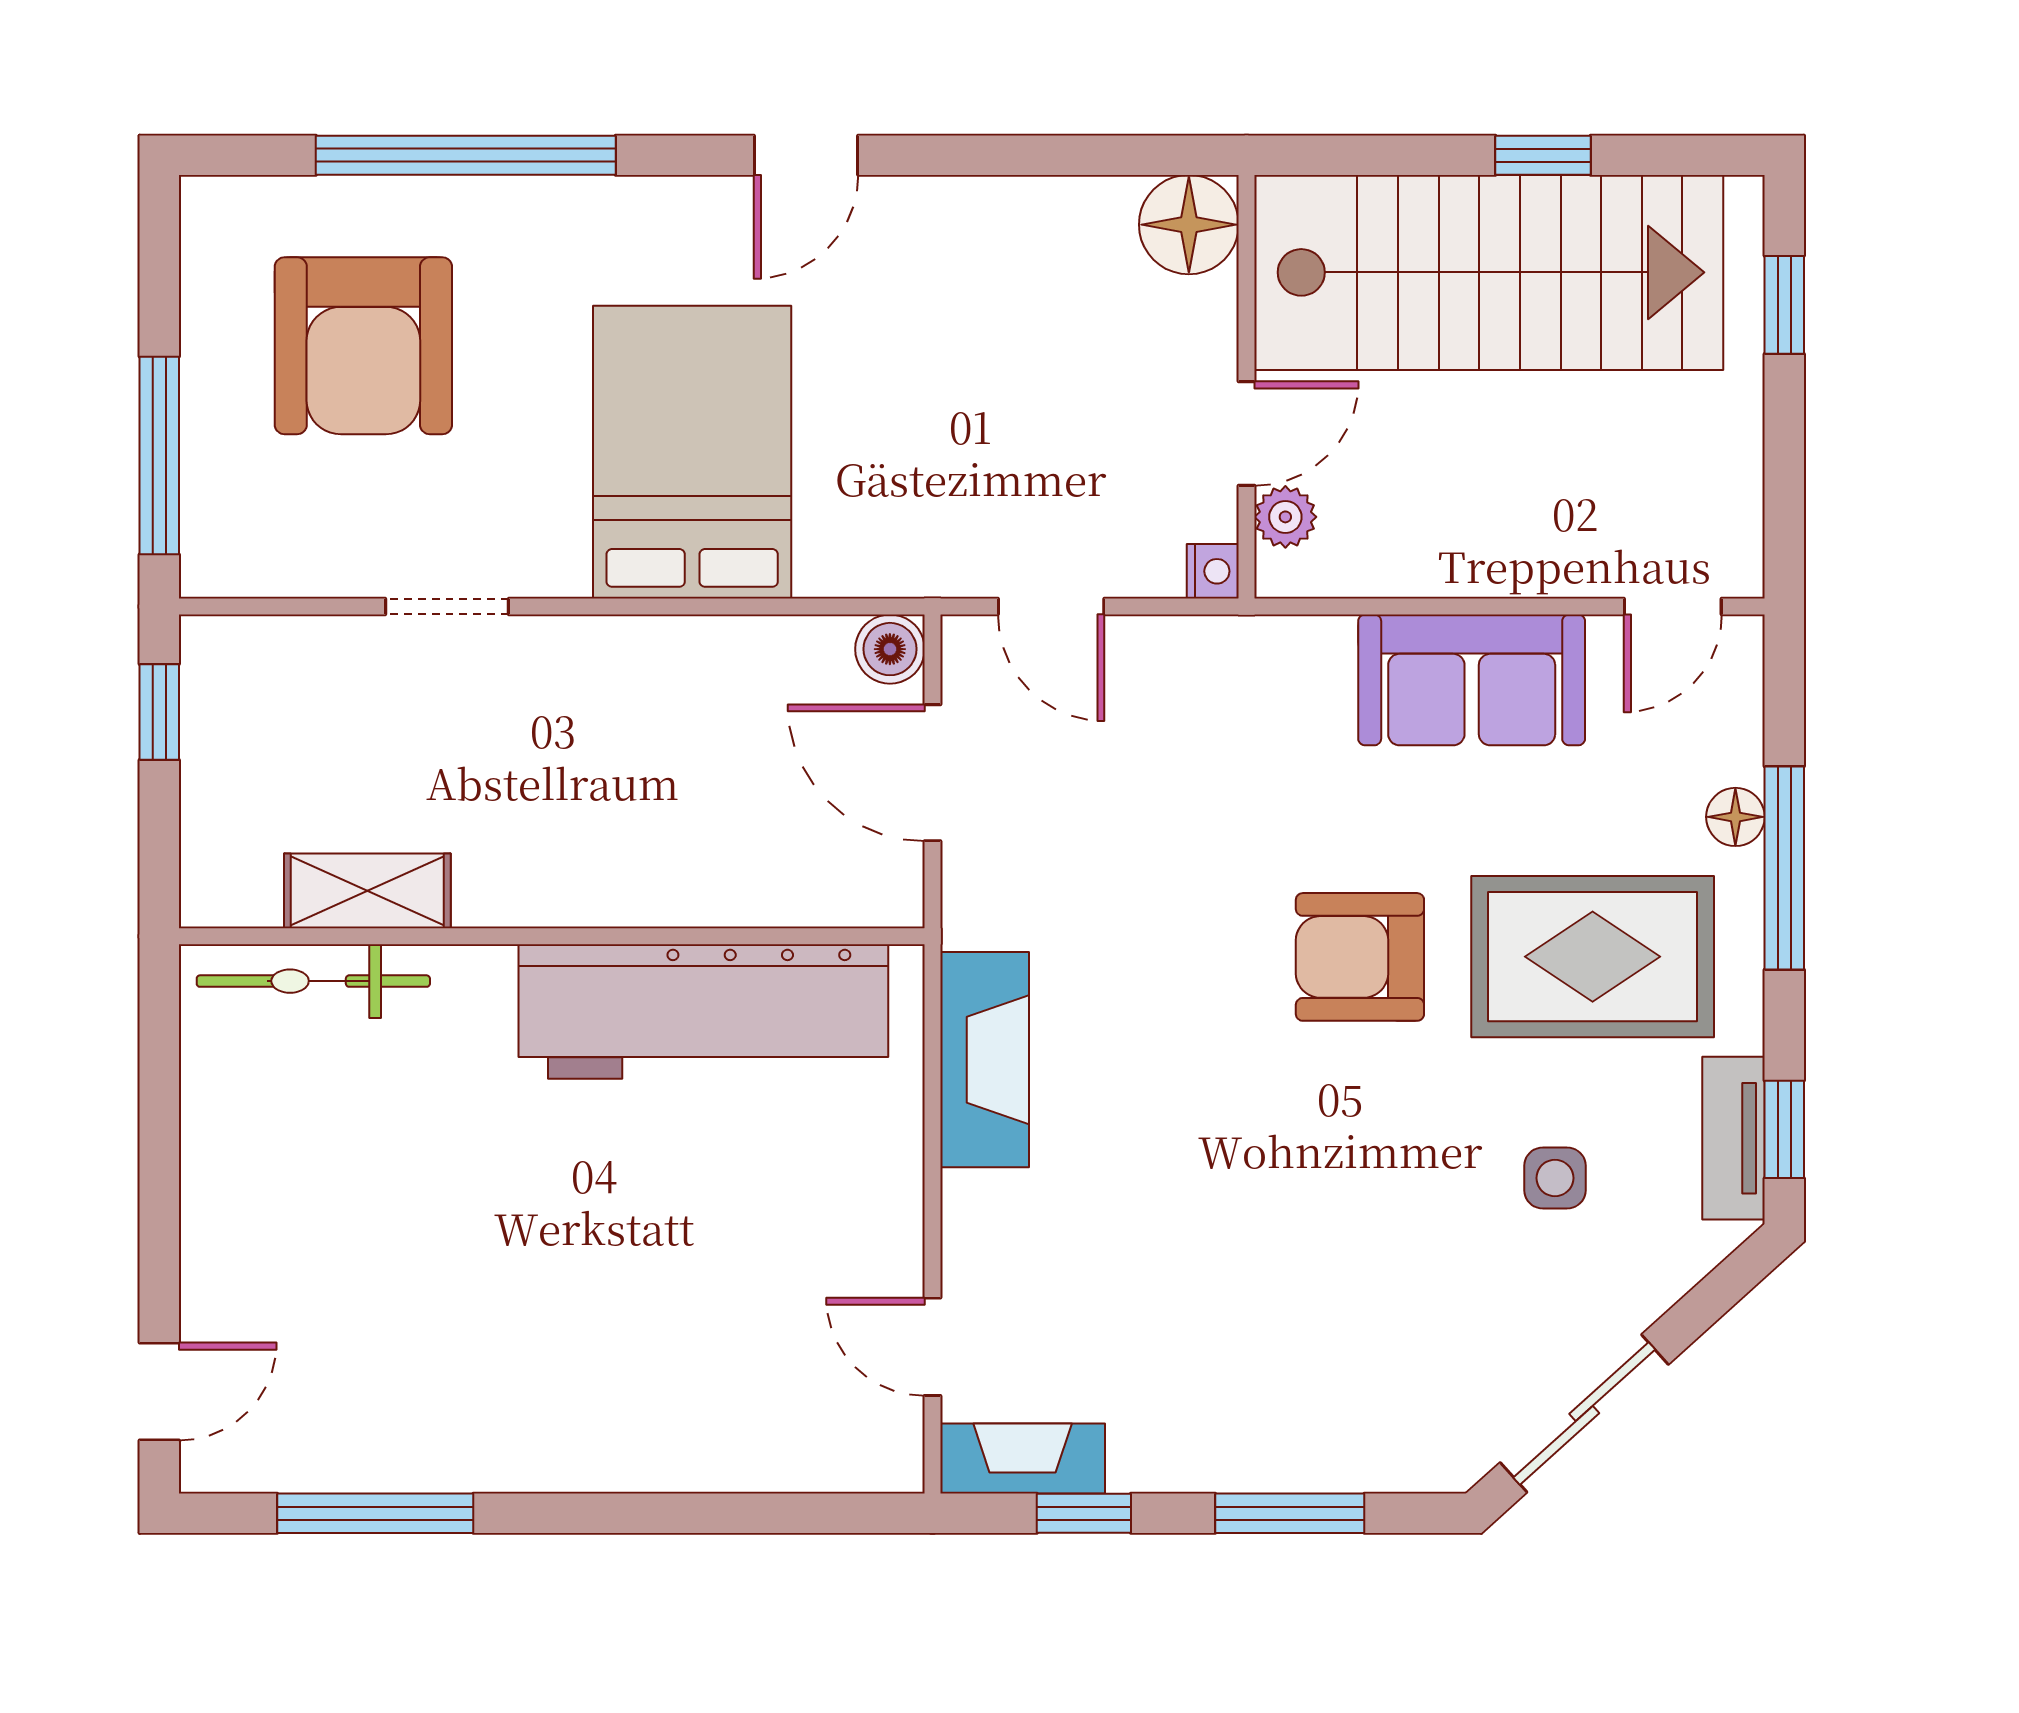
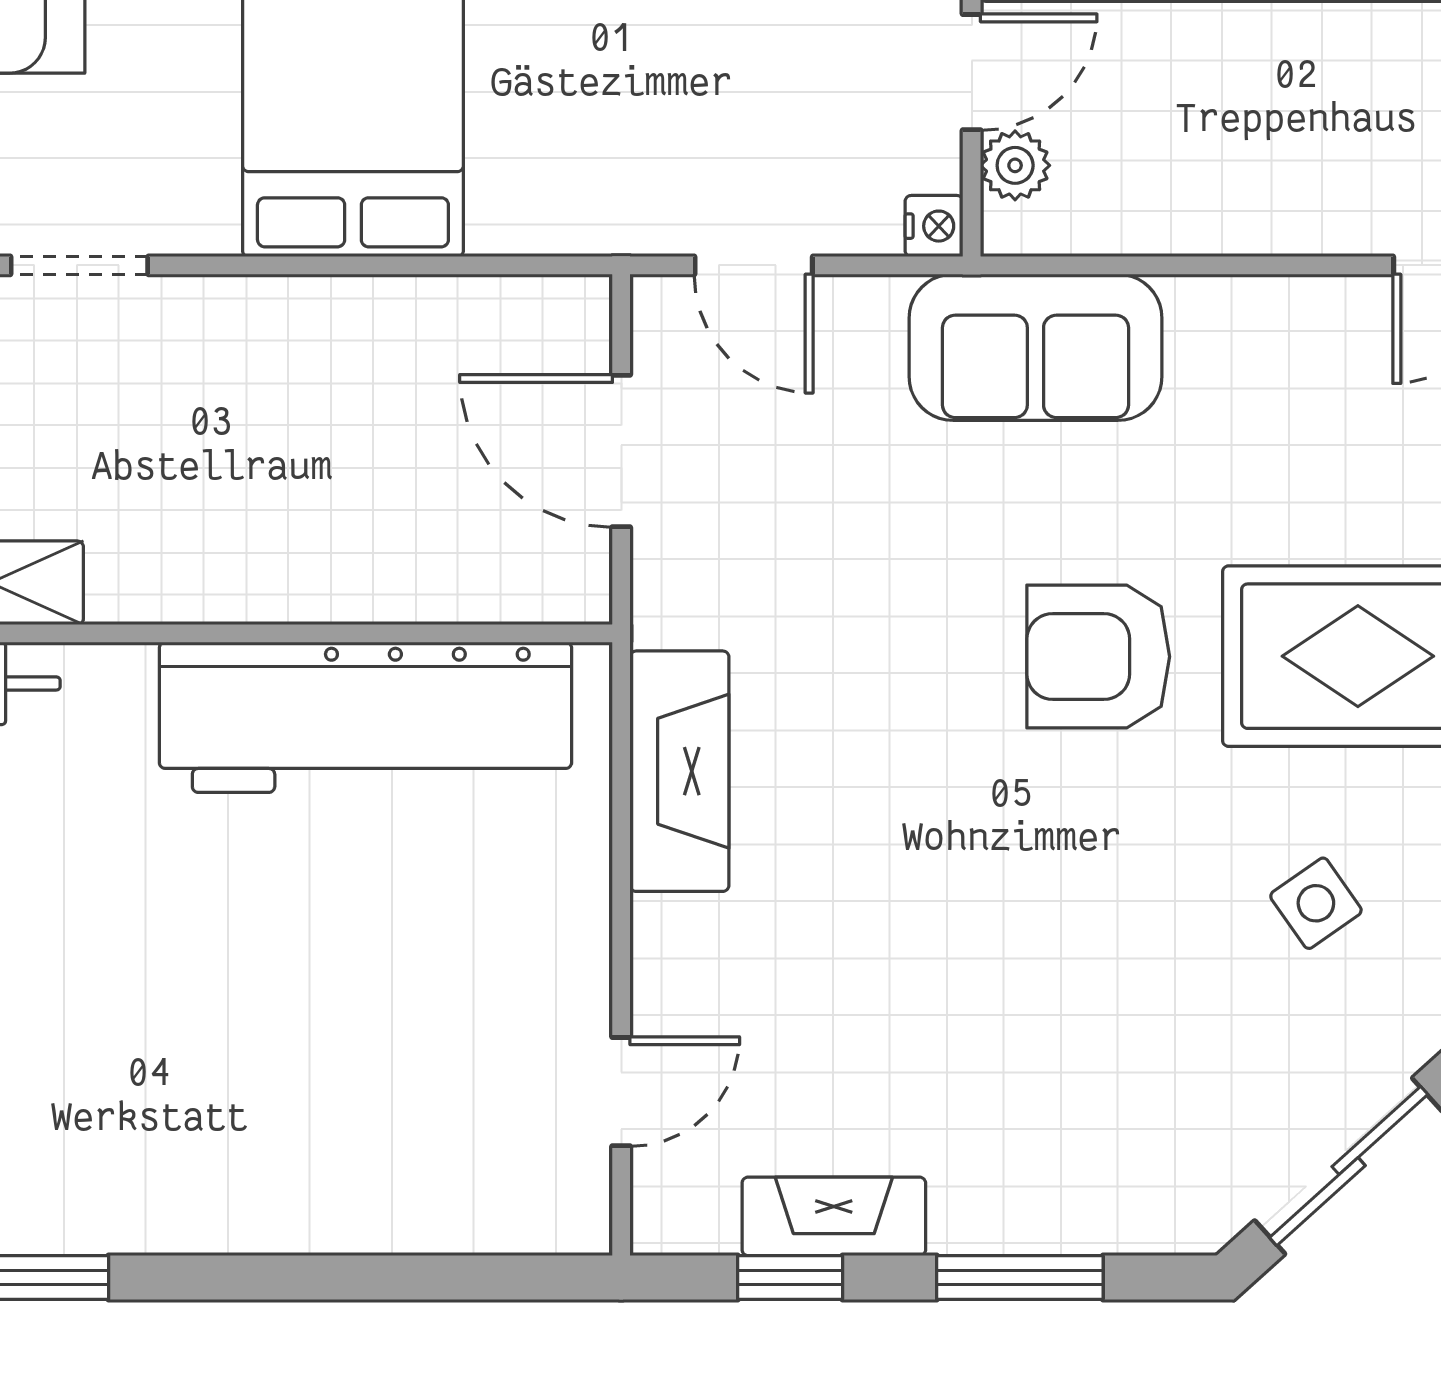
boiler: (890, 649) -> (574, 313), removed
sofa: (1472, 680) -> (1035, 347), moved
side table: (1555, 1178) -> (1316, 903), turned -35
door: (933, 1347) -> (621, 1092), swing flipped
fireplace: (1023, 1459) -> (834, 1216), moved

